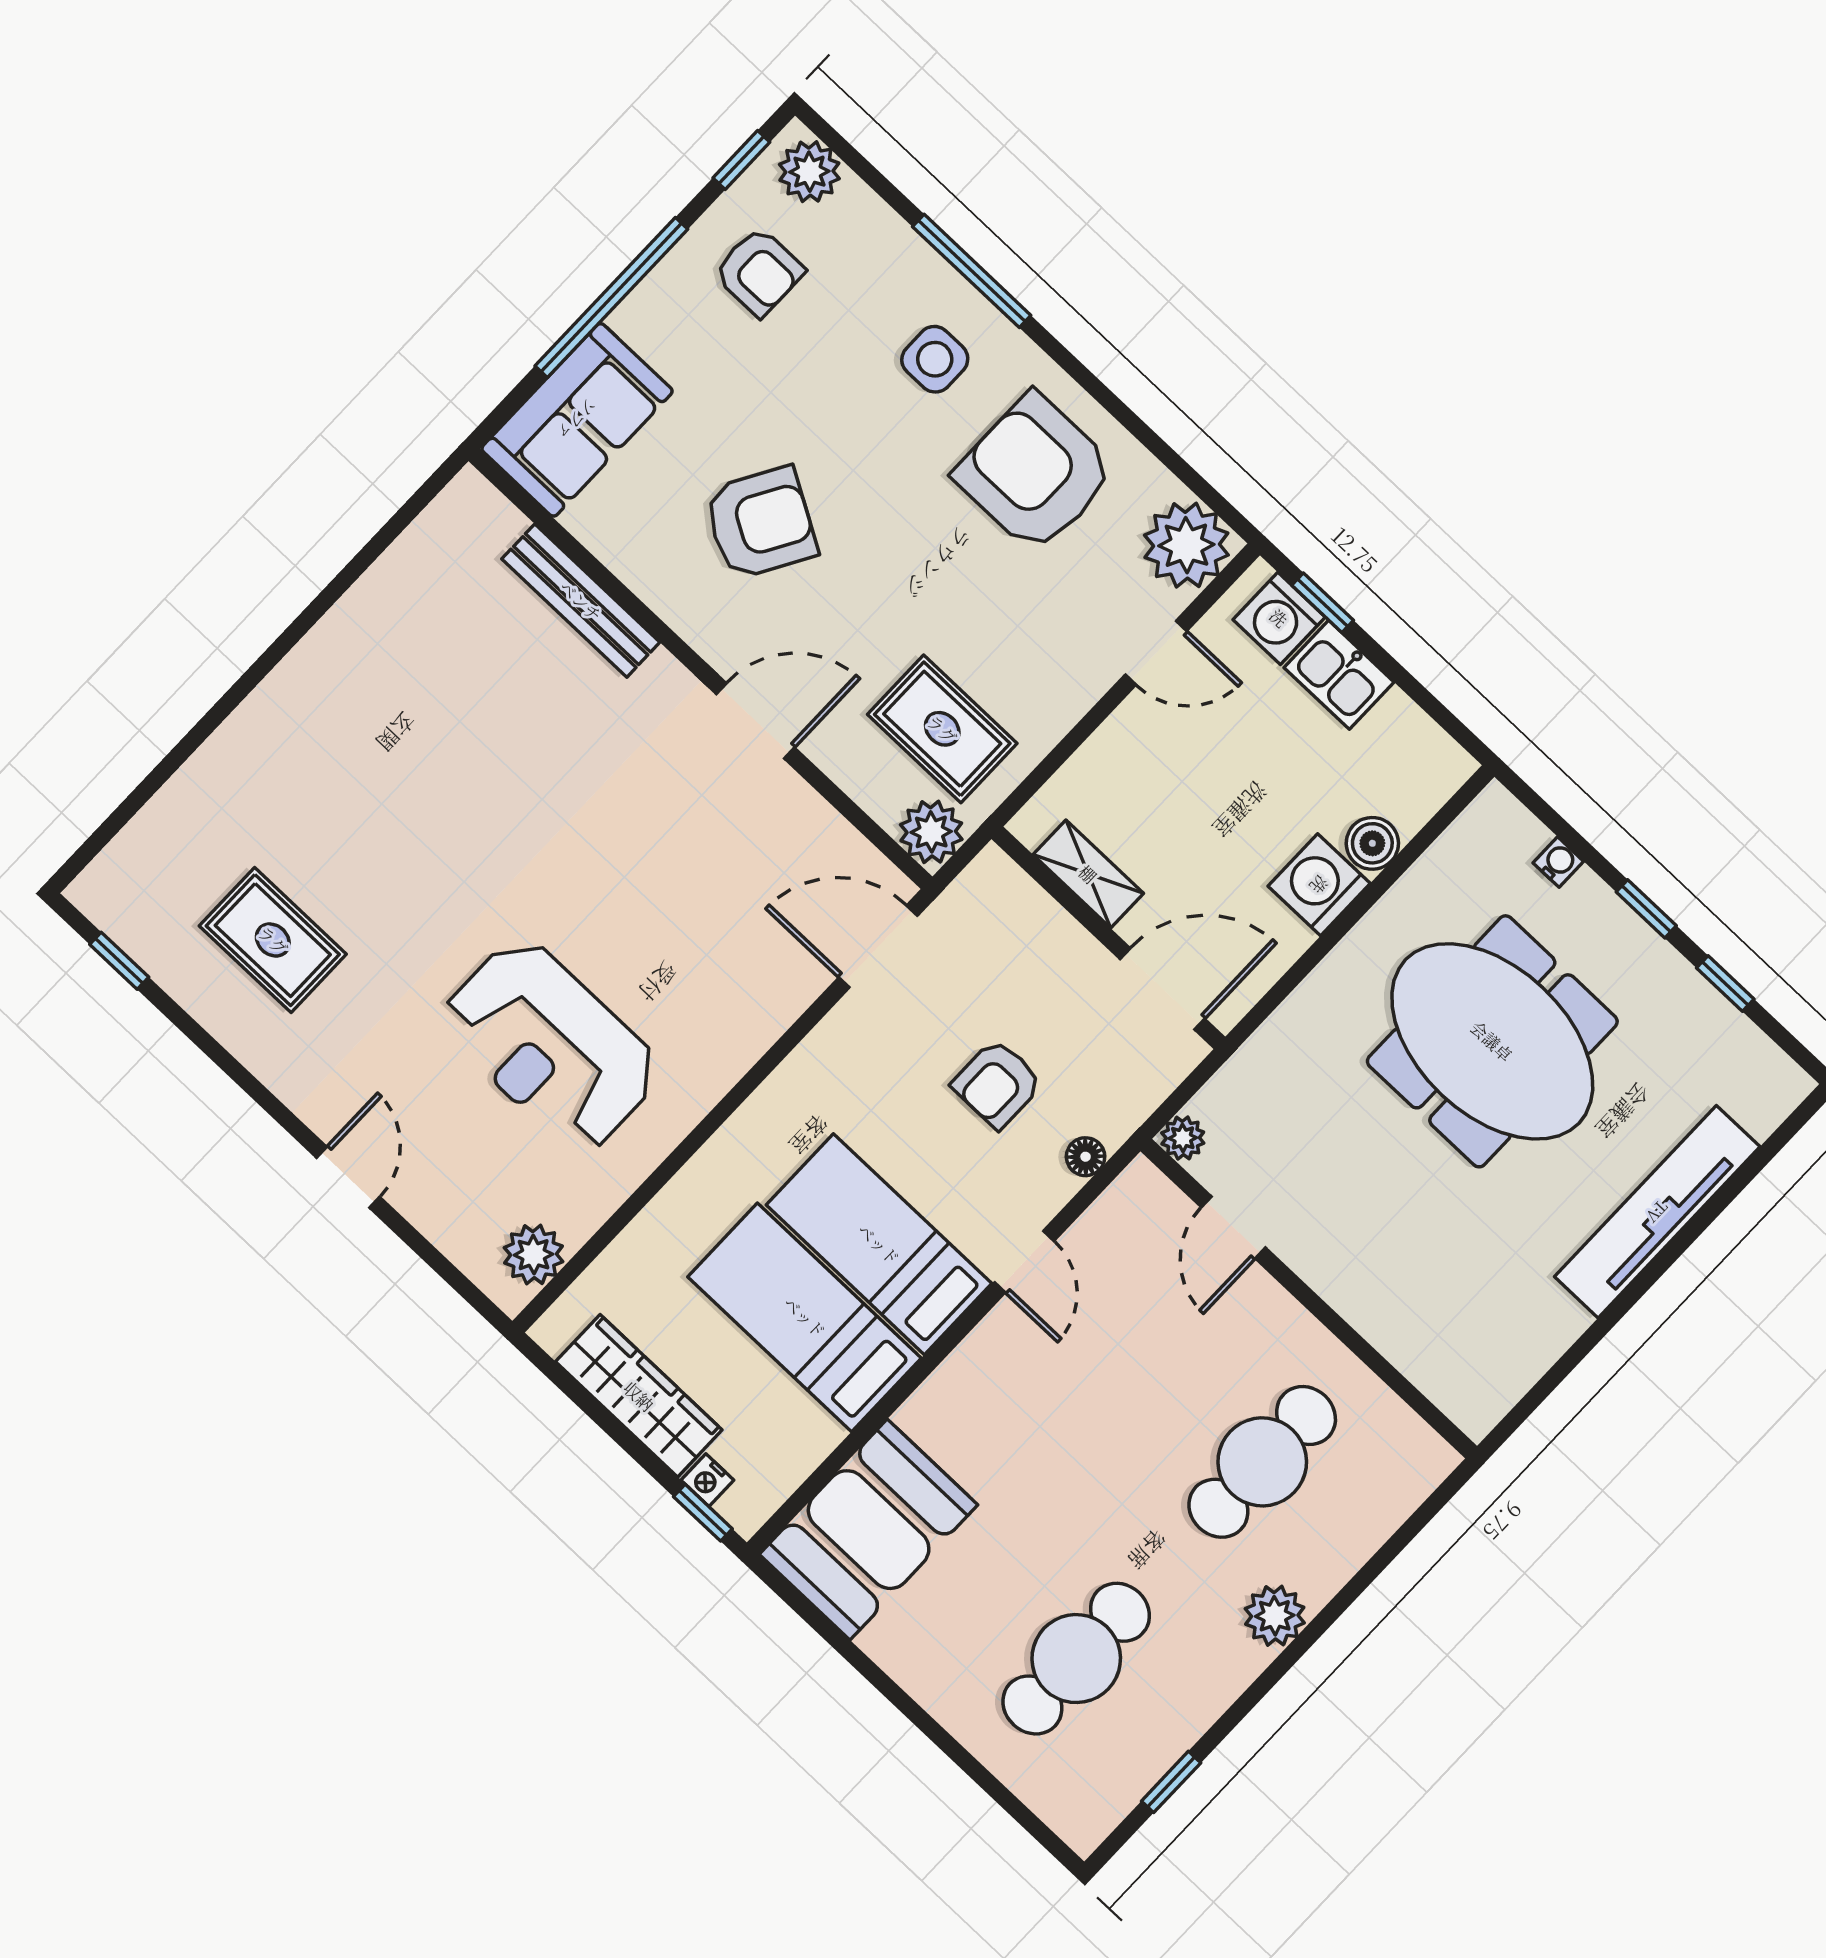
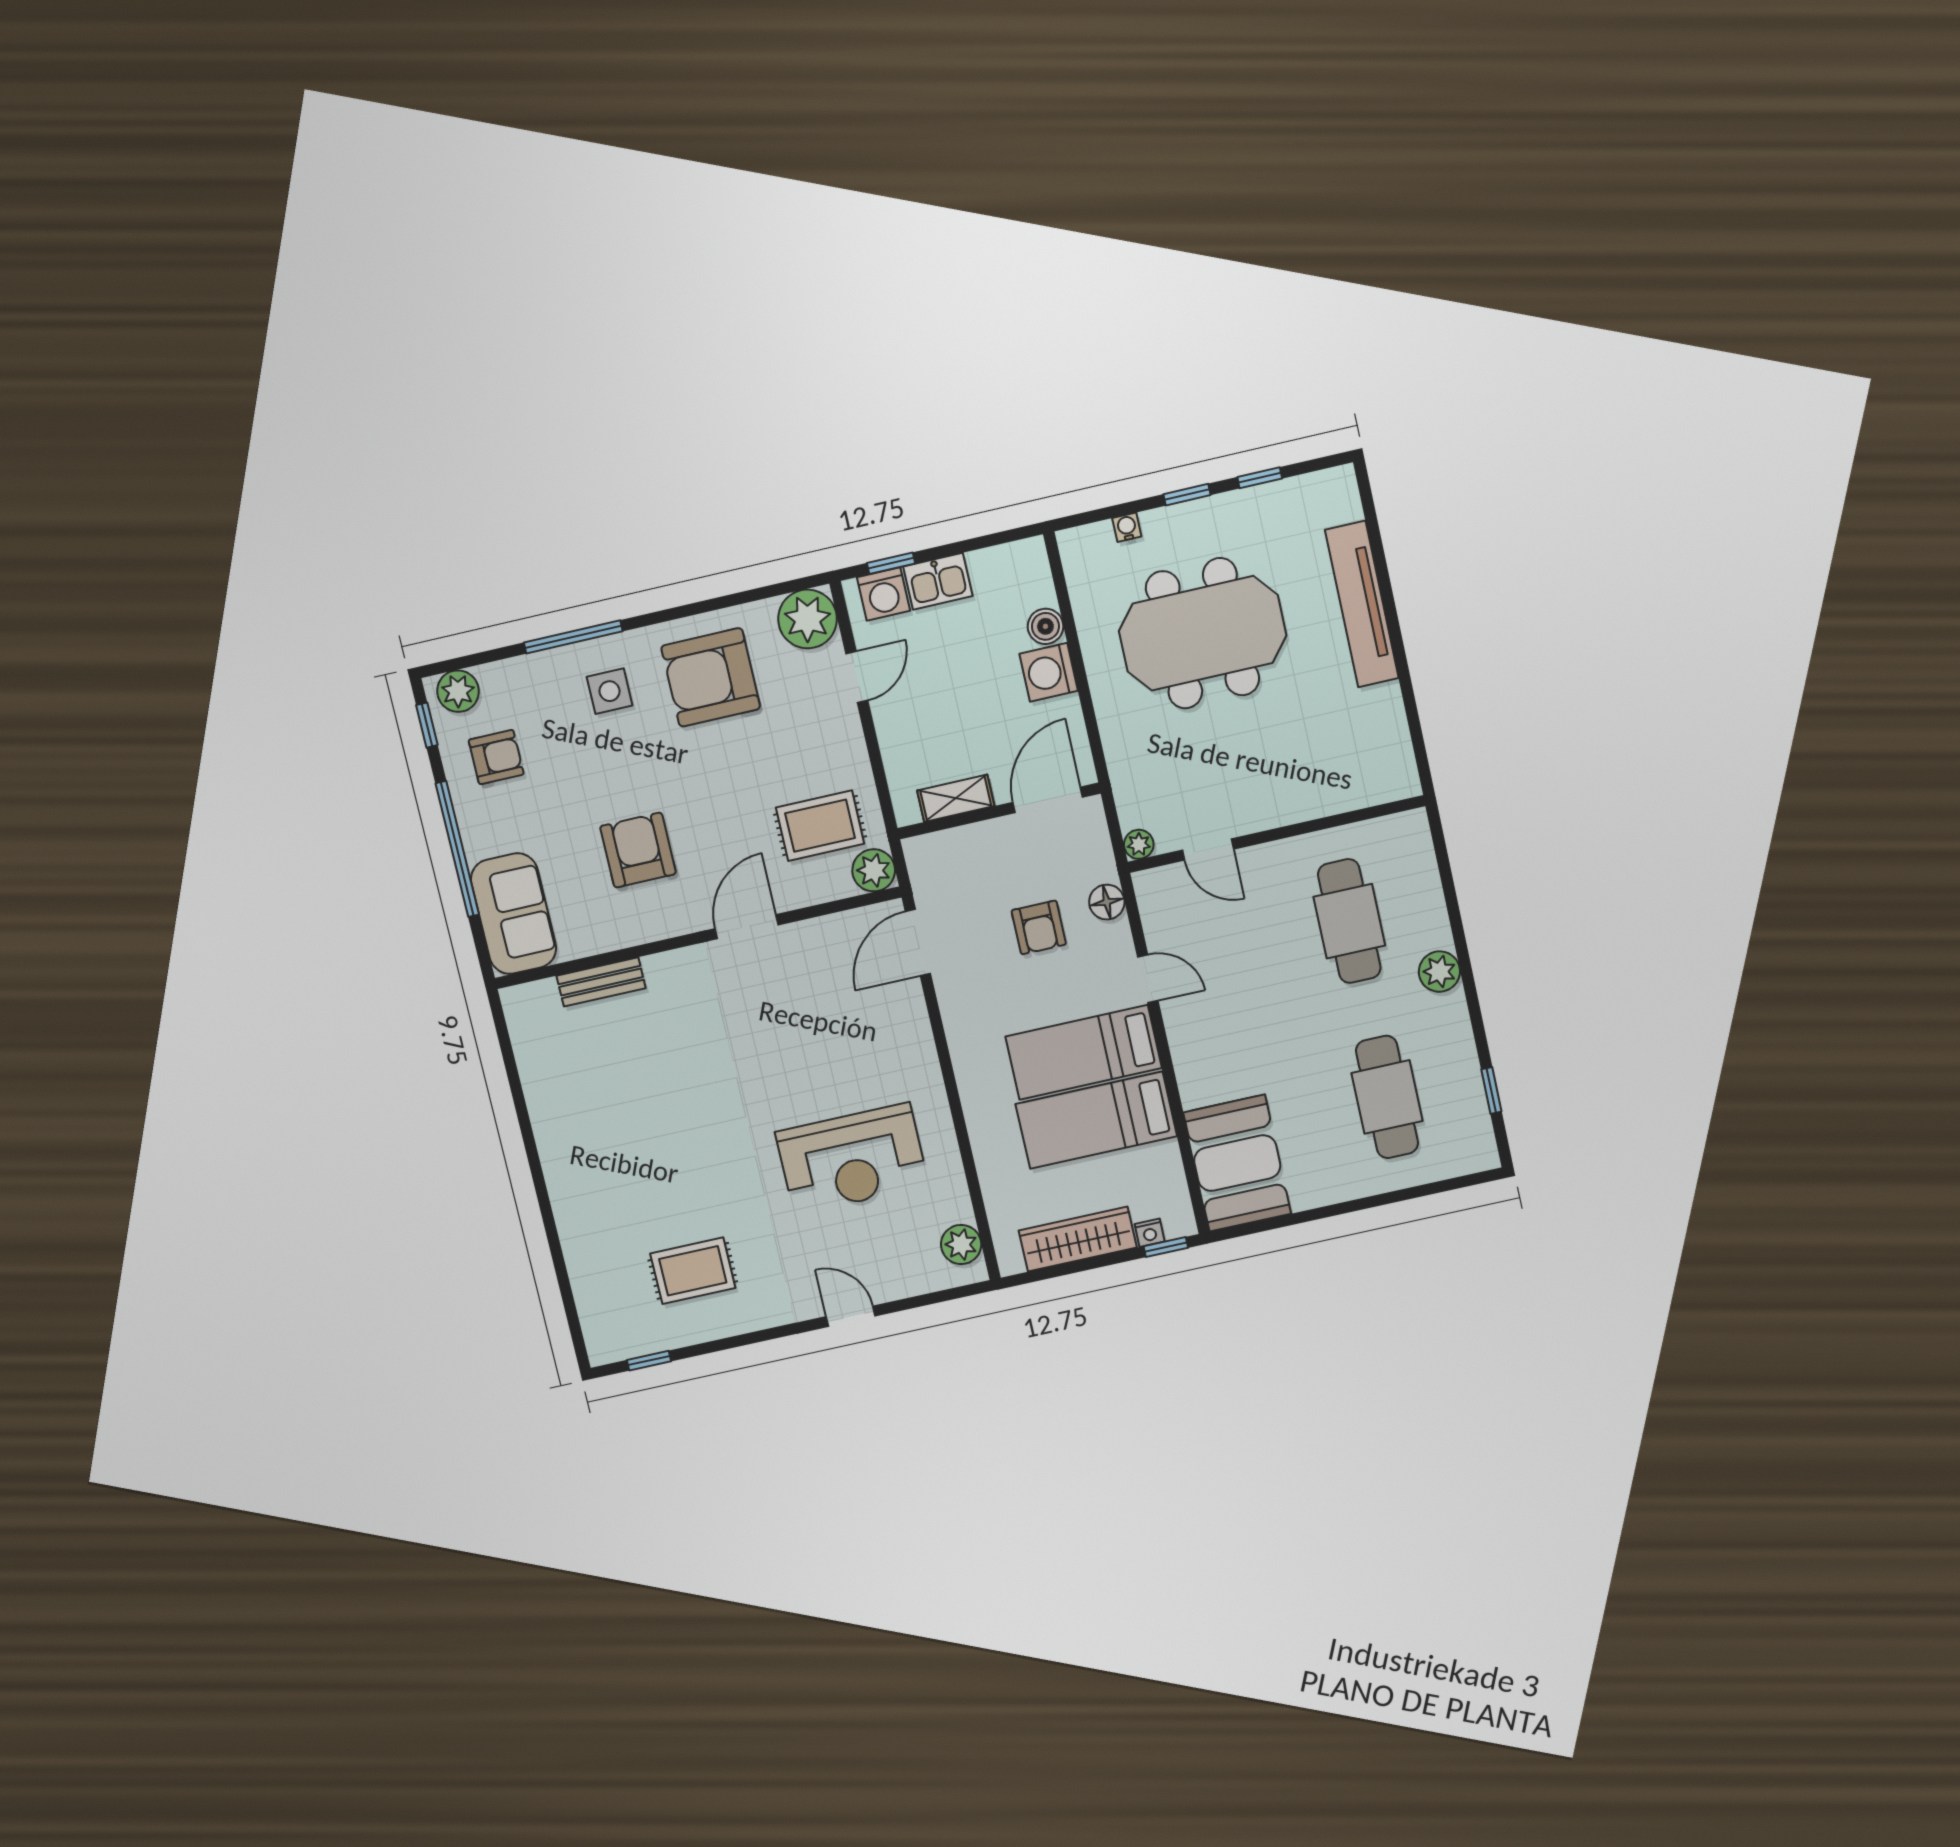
armchair: (761, 523) -> (638, 850), turned -30
bench: (581, 601) -> (601, 982), width x0.73
floor lamp: (1086, 1157) -> (1107, 902), width x1.37, depth x1.37

